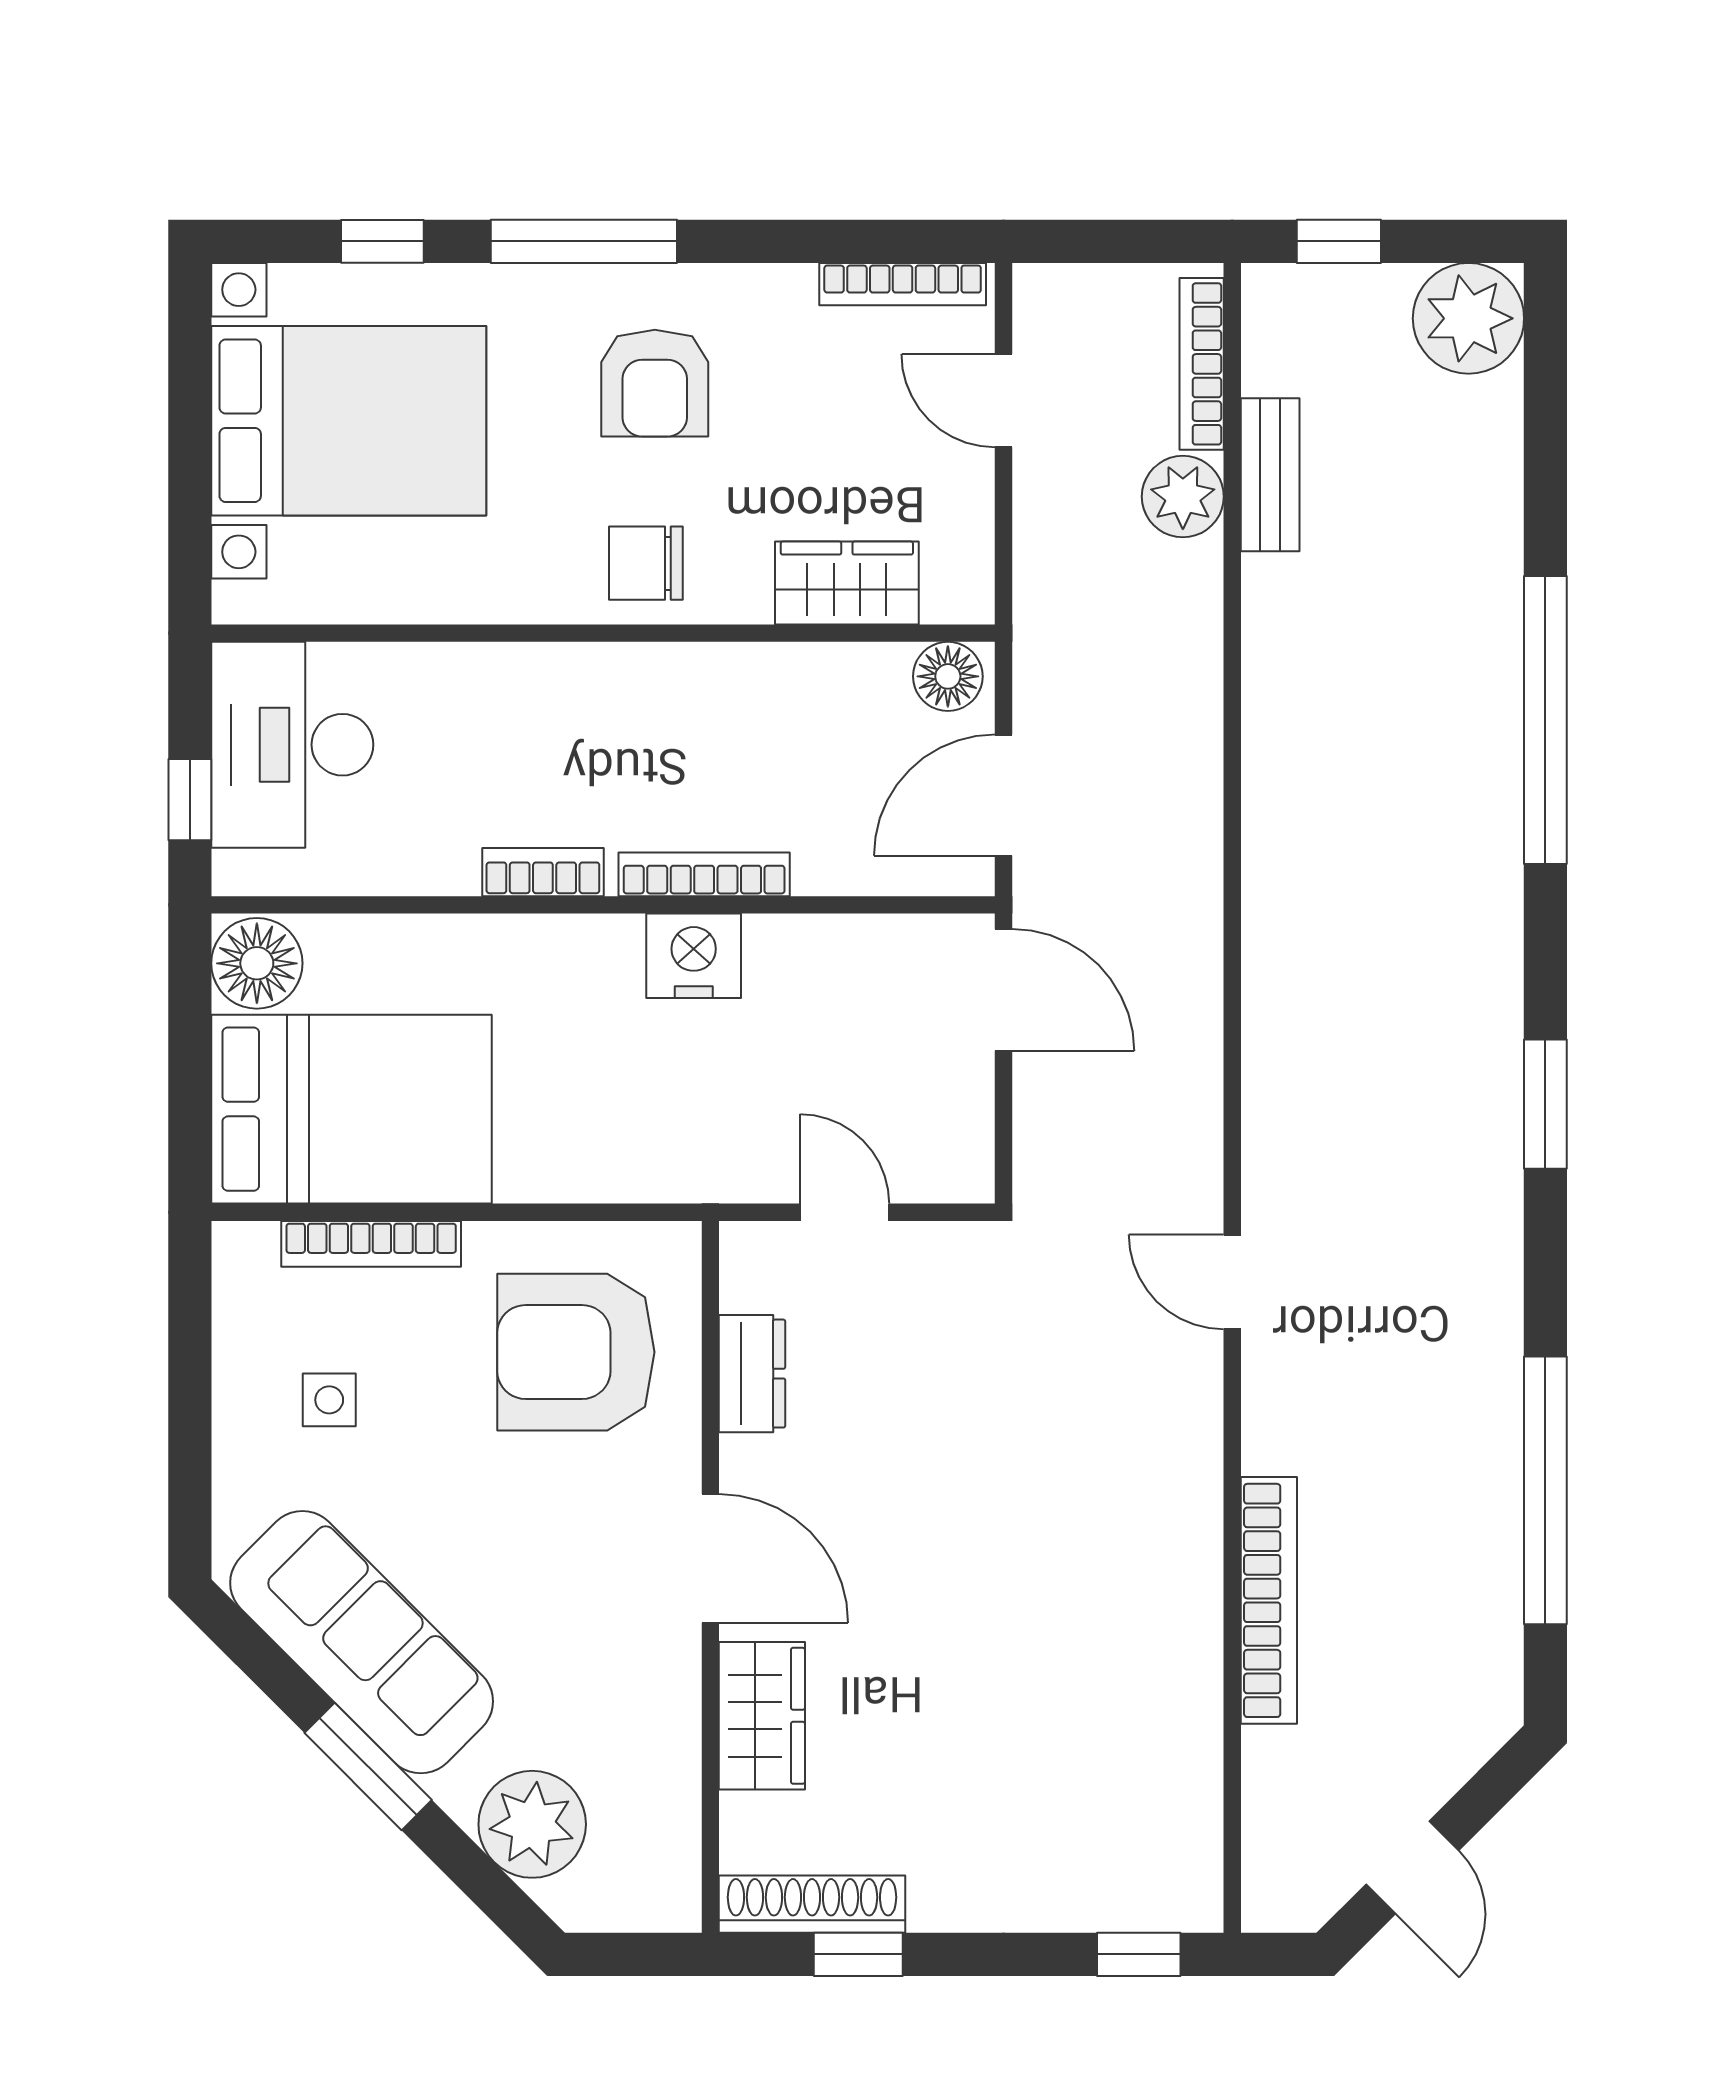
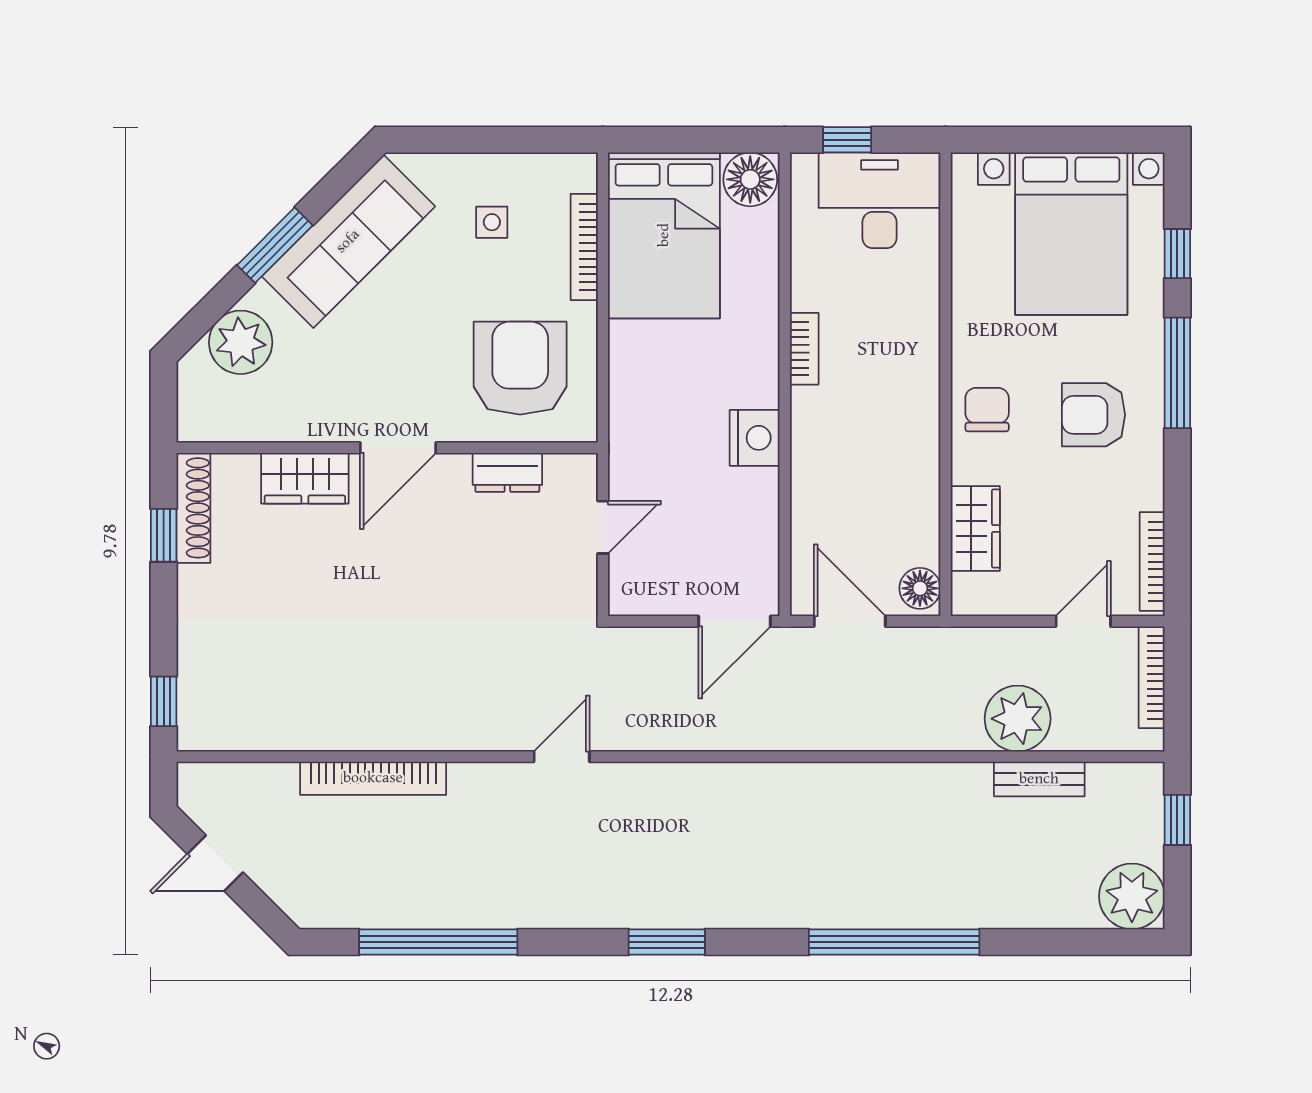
bookcase: (1202, 364) -> (1152, 677), moved, turned -90
plant: (1183, 497) -> (1018, 719), width x1.36, depth x1.36
bookcase: (704, 874) -> (803, 444), removed

